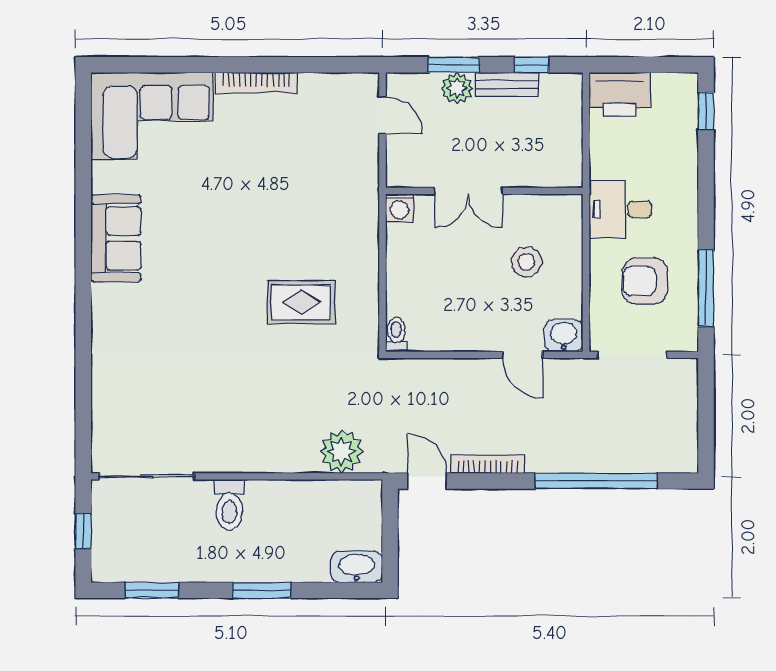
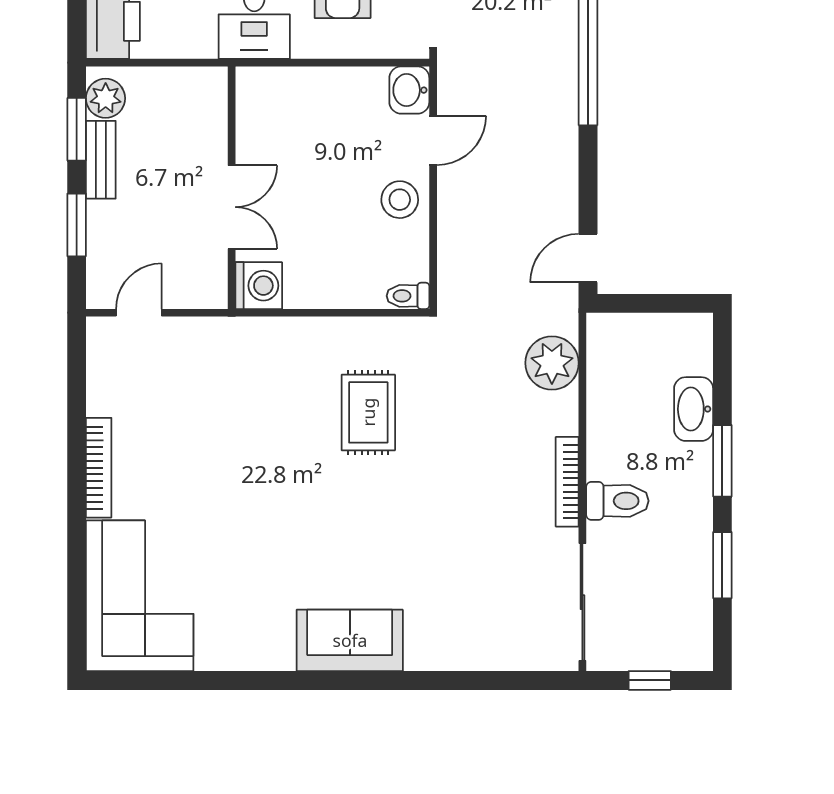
window: (532, 65) -> (77, 129), width x1.50
plant: (457, 88) -> (106, 98), moved
washing machine: (399, 208) -> (259, 286), width x1.38, depth x1.38
sofa: (116, 238) -> (350, 640), moved
stool: (527, 262) -> (400, 200), moved
bookcase: (488, 464) -> (567, 482), moved
washbasin: (357, 567) -> (694, 409), moved
window: (152, 590) -> (722, 565), moved

